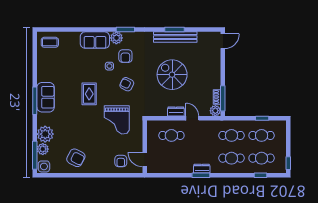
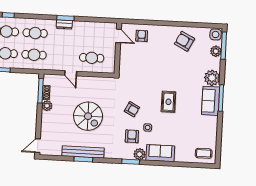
dresser: (176, 111) -> (86, 81), removed
plant: (215, 111) -> (47, 106), moved
grand piano: (117, 120) -> (143, 76), removed
plant: (45, 134) -> (212, 78), moved

